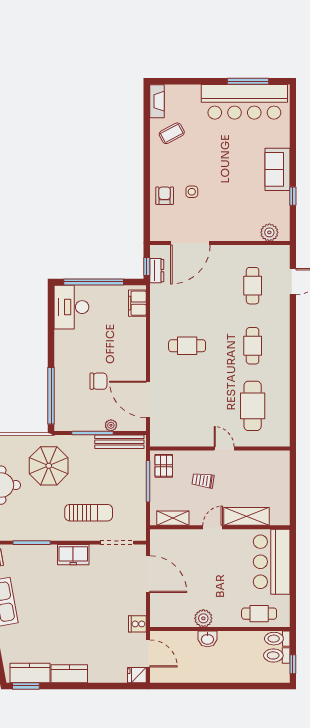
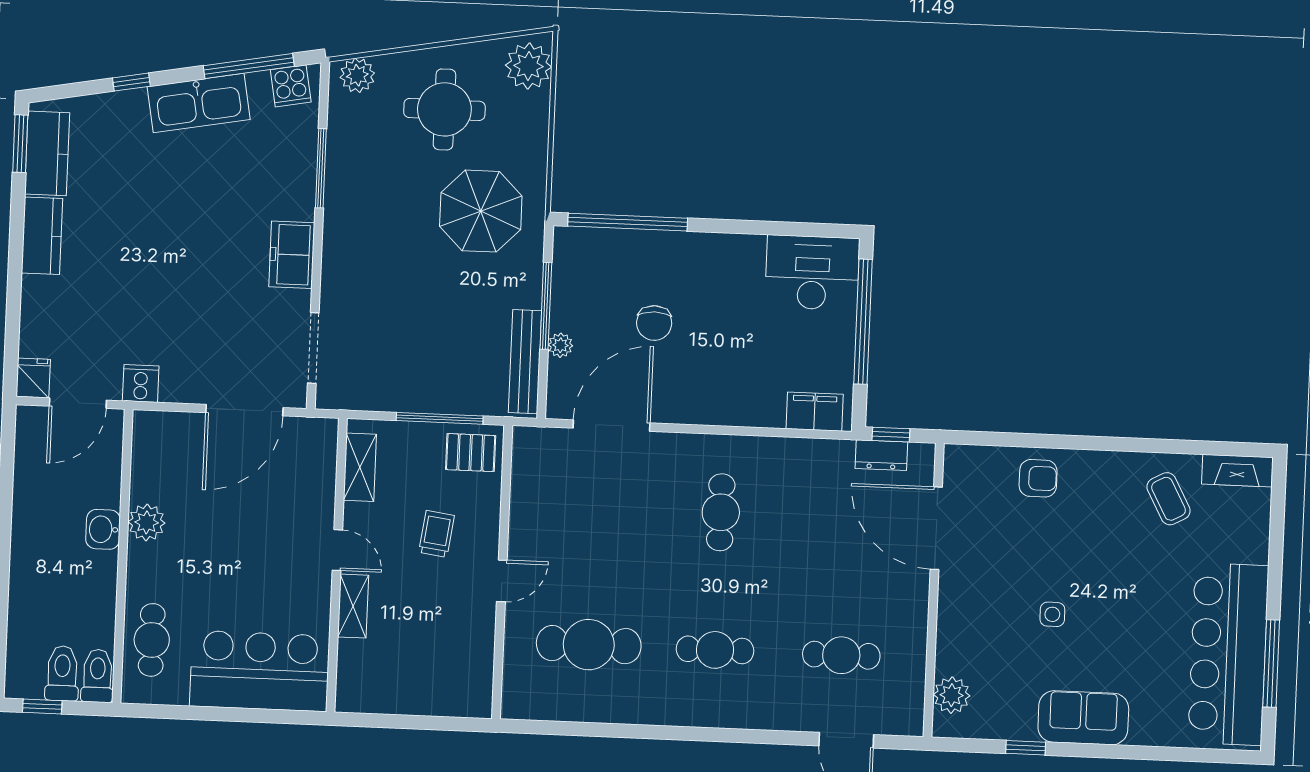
side table: (192, 192) -> (1052, 614), moved
sun lounger: (89, 513) -> (379, 291), removed
shelving: (246, 516) -> (353, 606), width x0.67, depth x0.75

